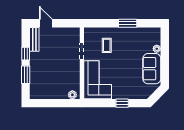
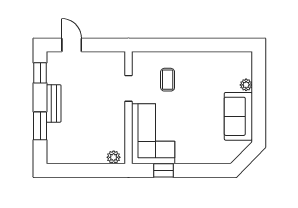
window: (128, 23) -> (200, 45), removed
bench: (34, 39) -> (54, 103), moved
window: (26, 54) -> (40, 73), moved
window: (122, 103) -> (164, 170), moved

